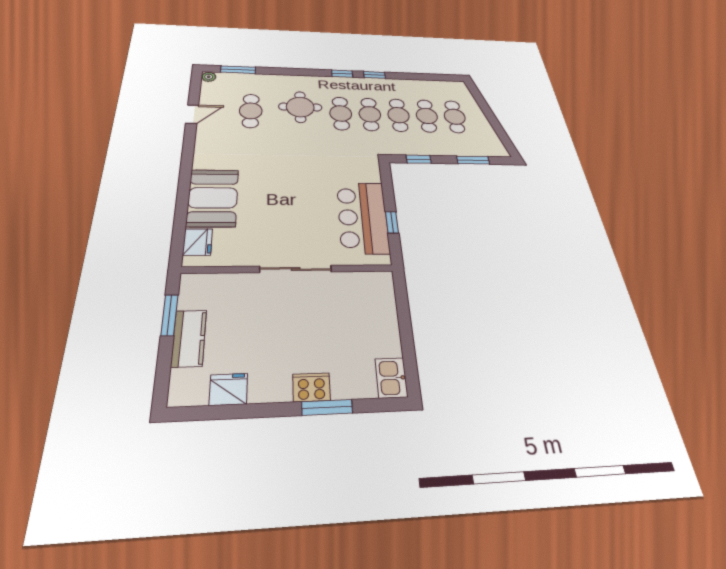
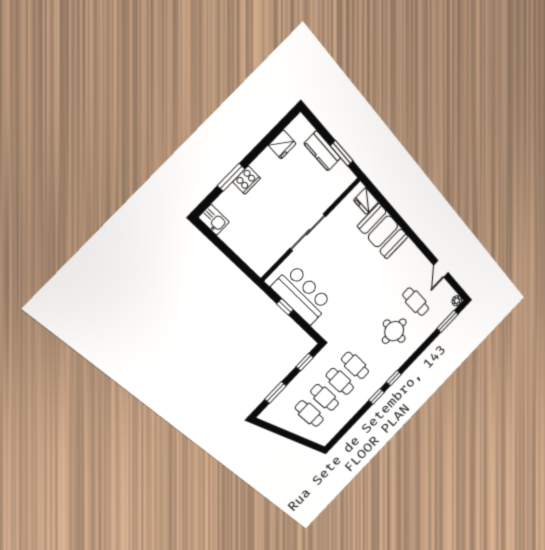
cafe table: (341, 113) -> (370, 349), removed

